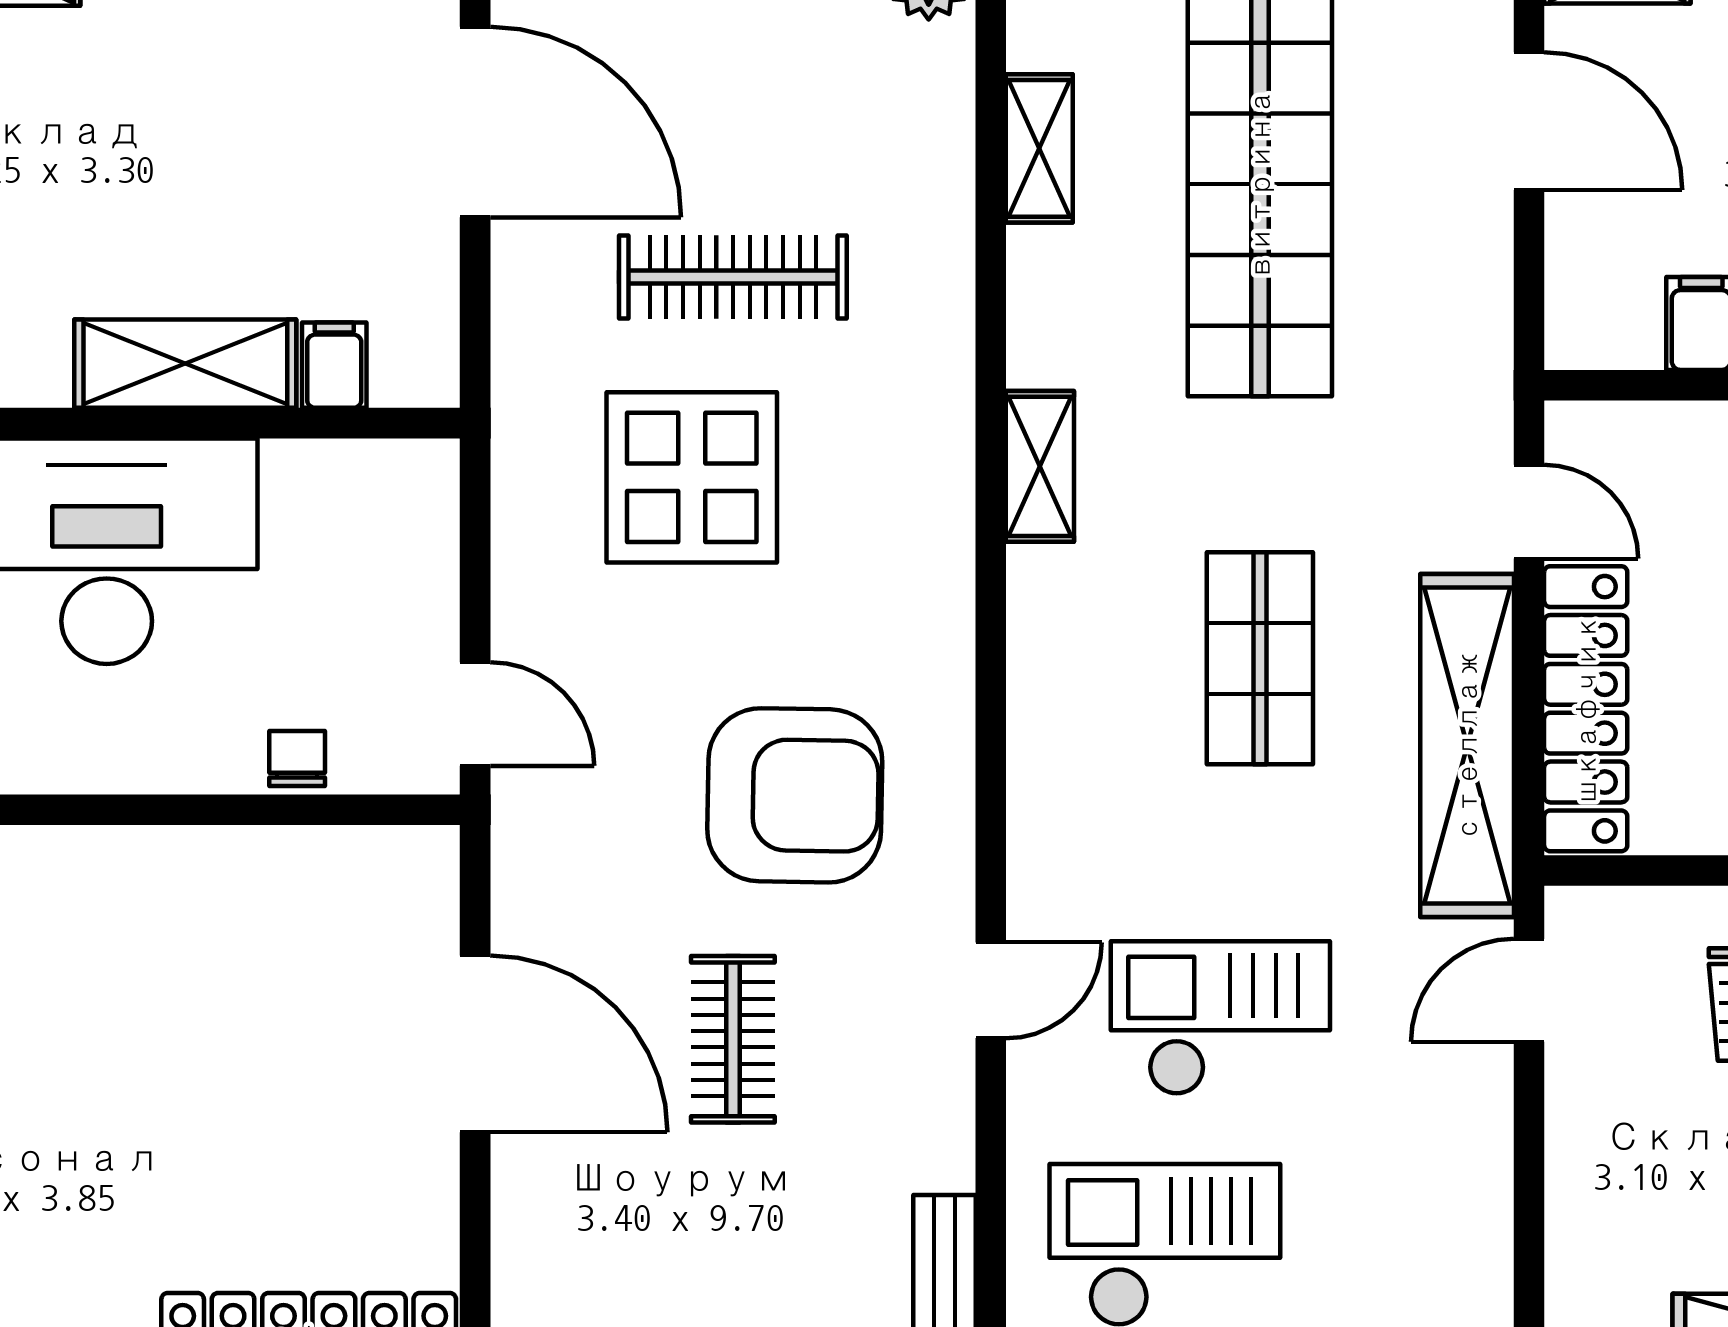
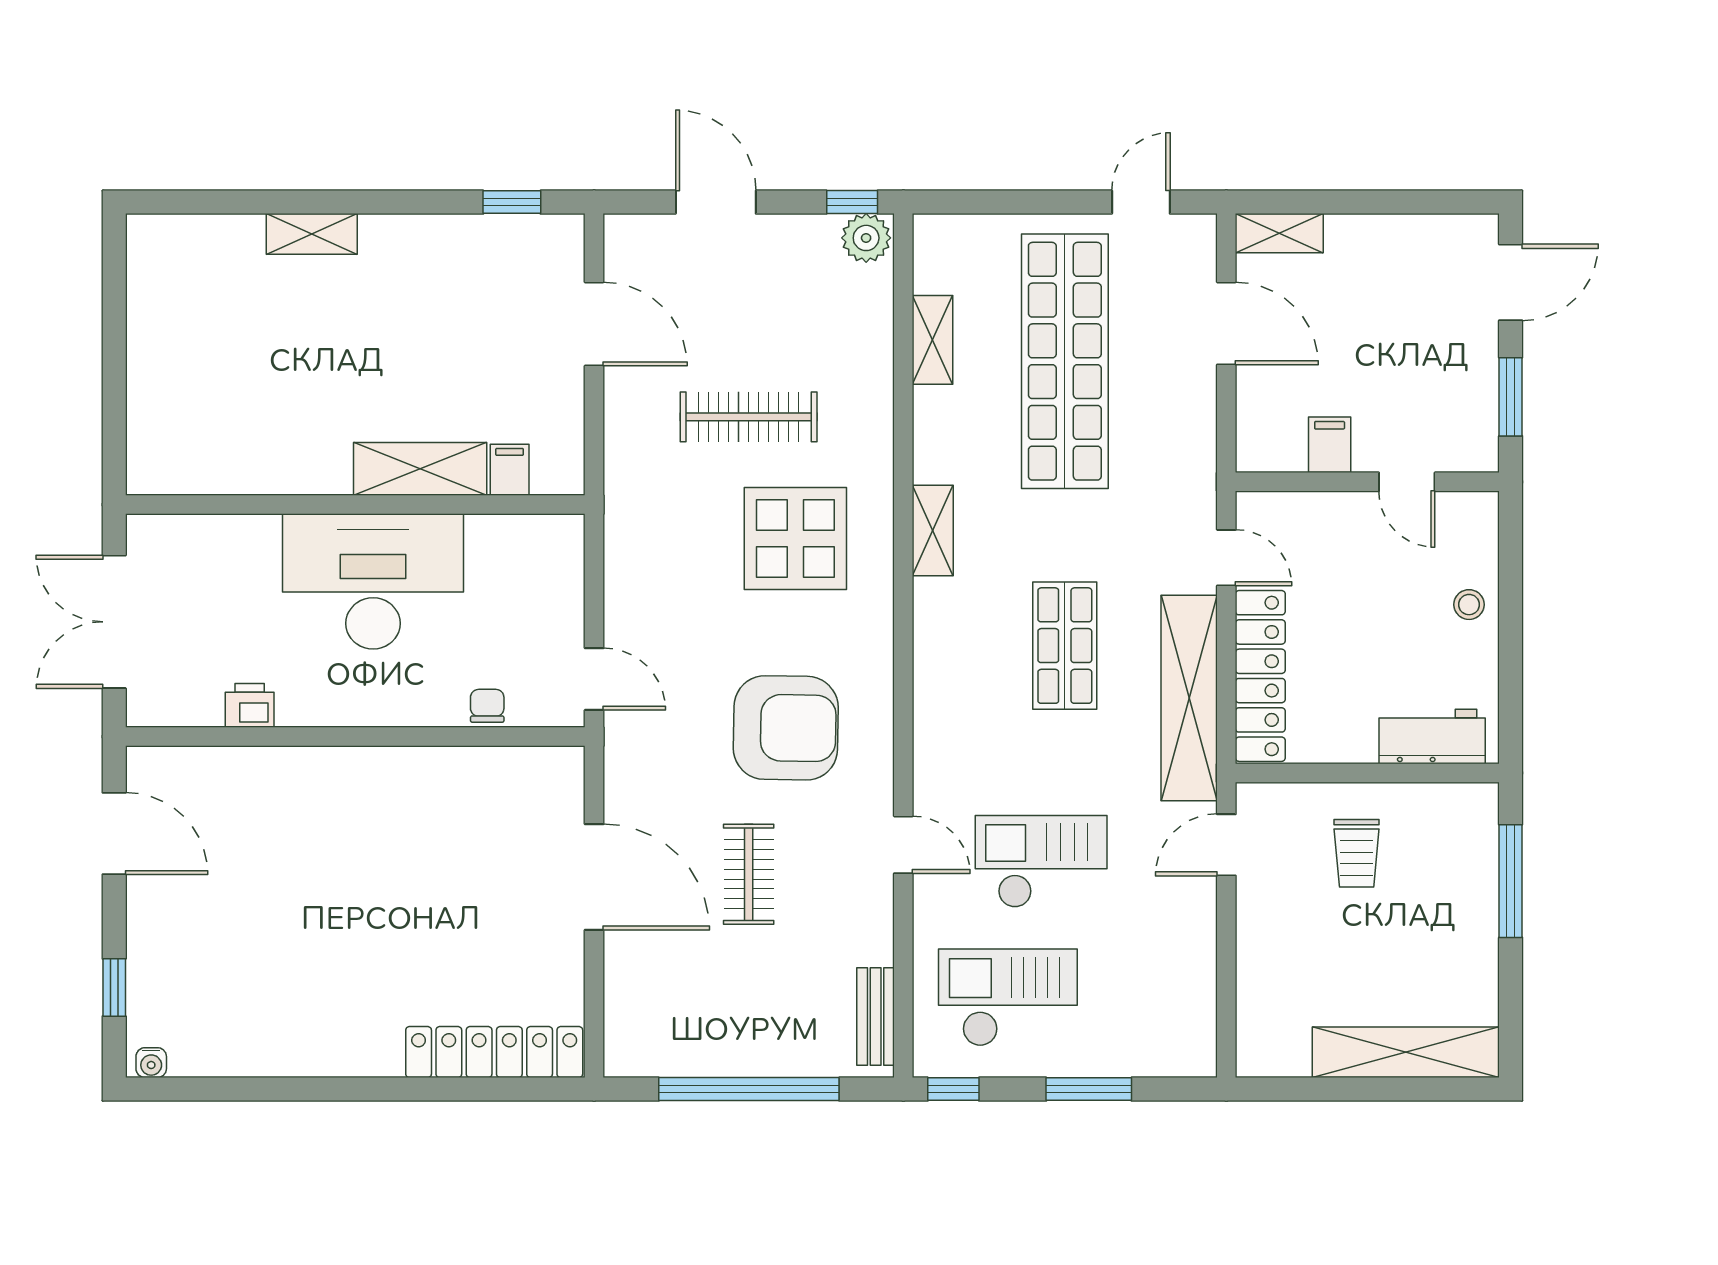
door: (475, 122) -> (594, 324), width x0.73
display table: (692, 477) -> (795, 539), moved
door: (991, 990) -> (903, 845), hinge flipped

